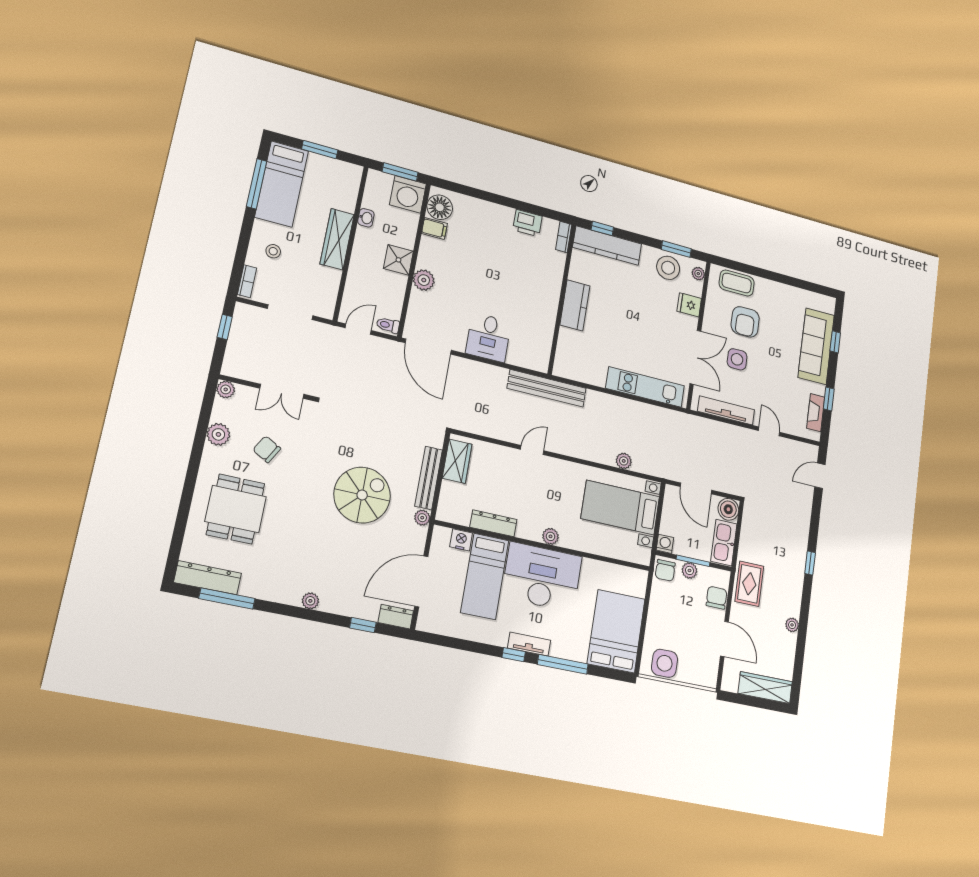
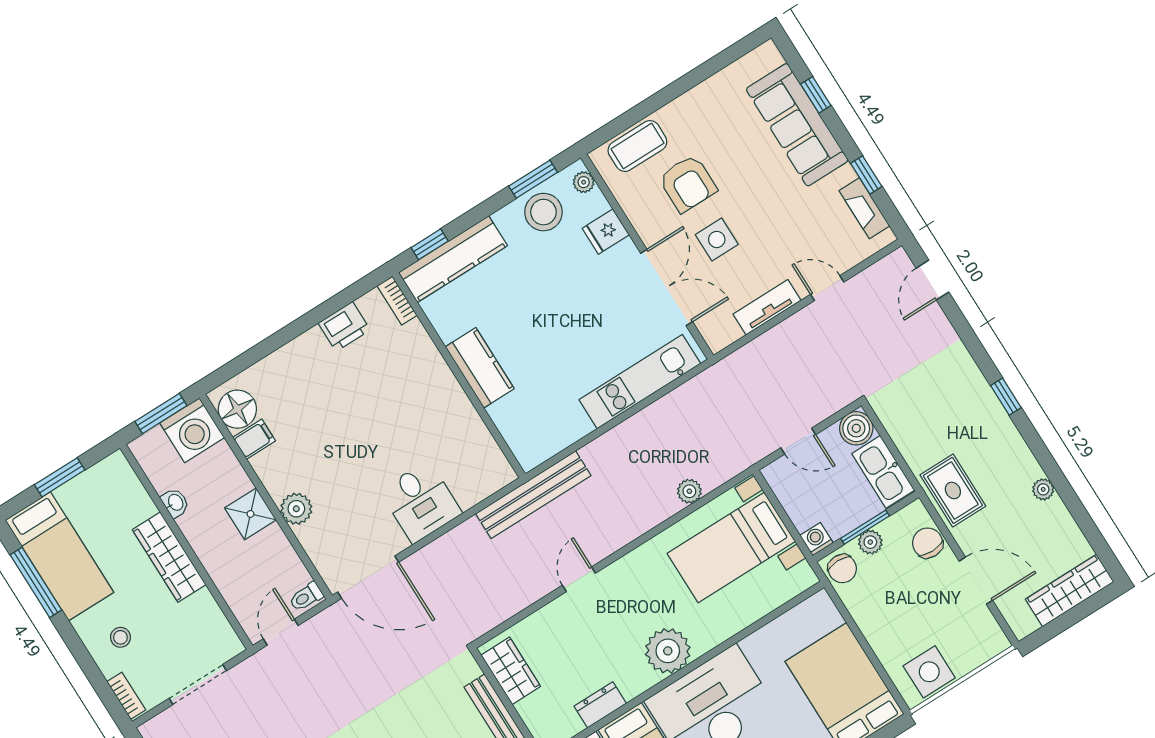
tv unit: (726, 410) -> (767, 307), width x0.71
door: (696, 488) -> (798, 441), width x0.73
dresser: (493, 523) -> (600, 705), width x0.70
plant: (550, 536) -> (668, 651), width x1.88, depth x1.88

